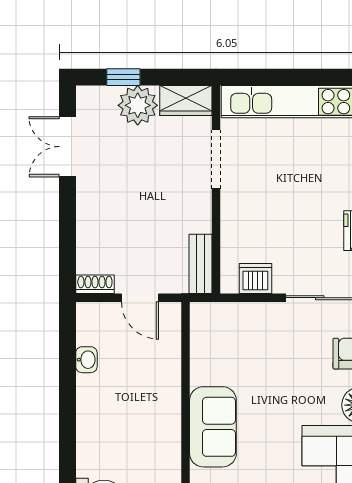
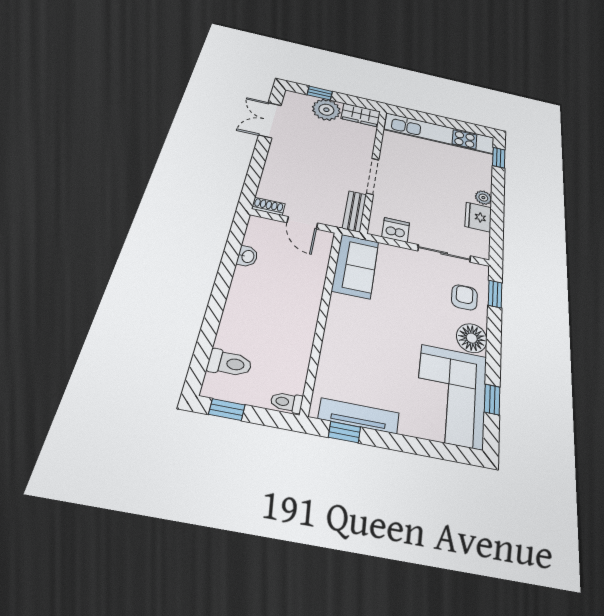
doorway: (216, 159) -> (373, 176), moved
sofa: (213, 427) -> (355, 266), moved

